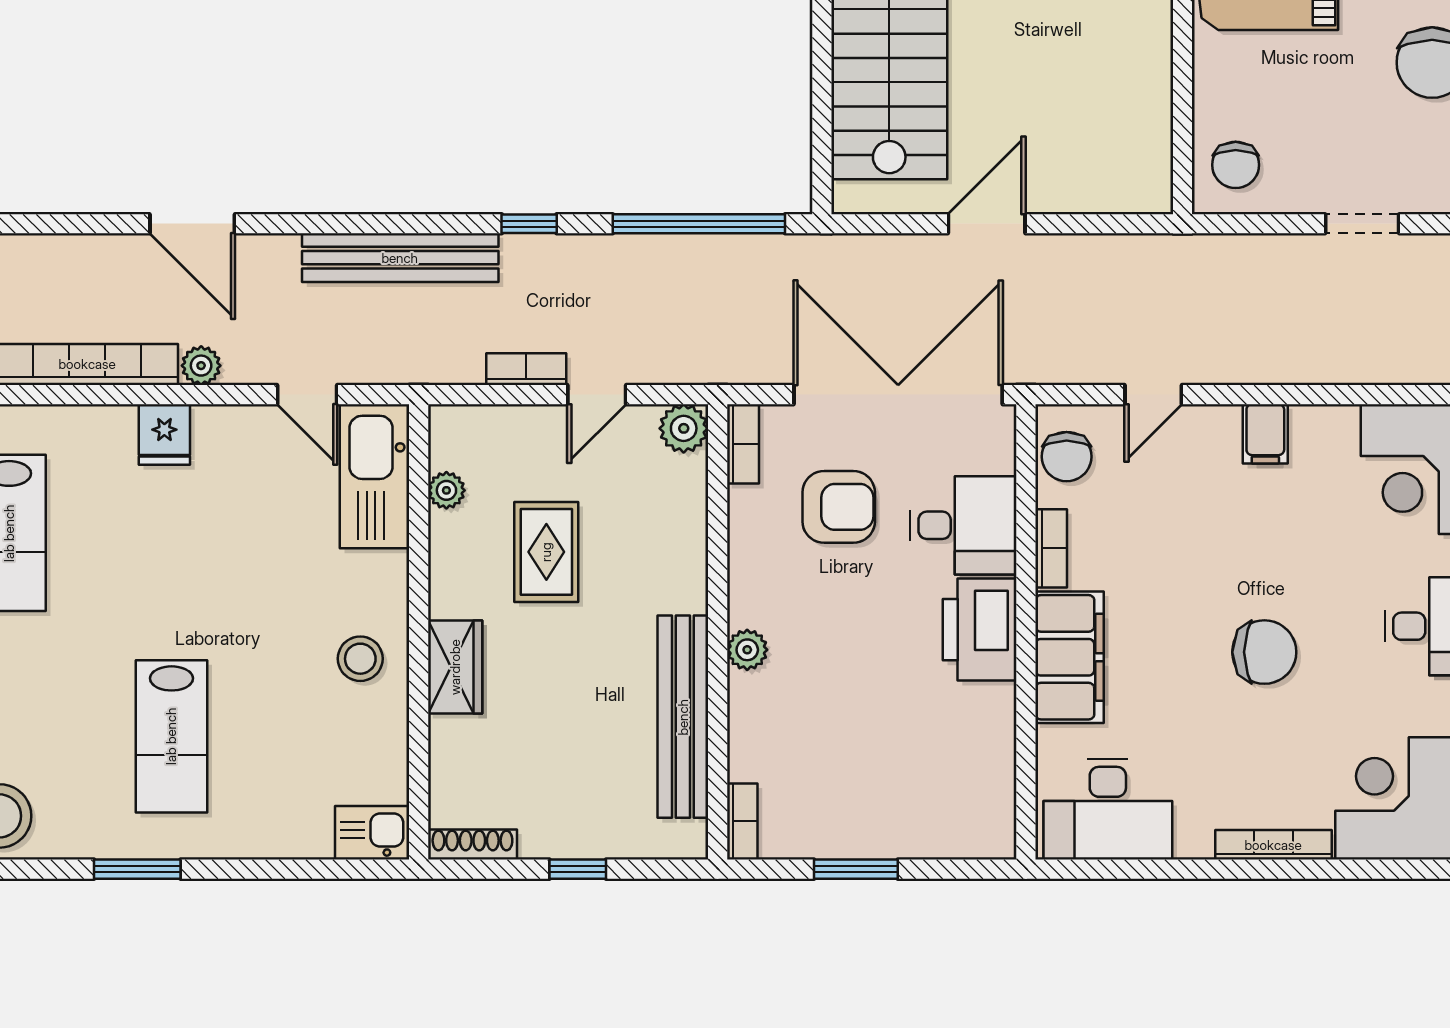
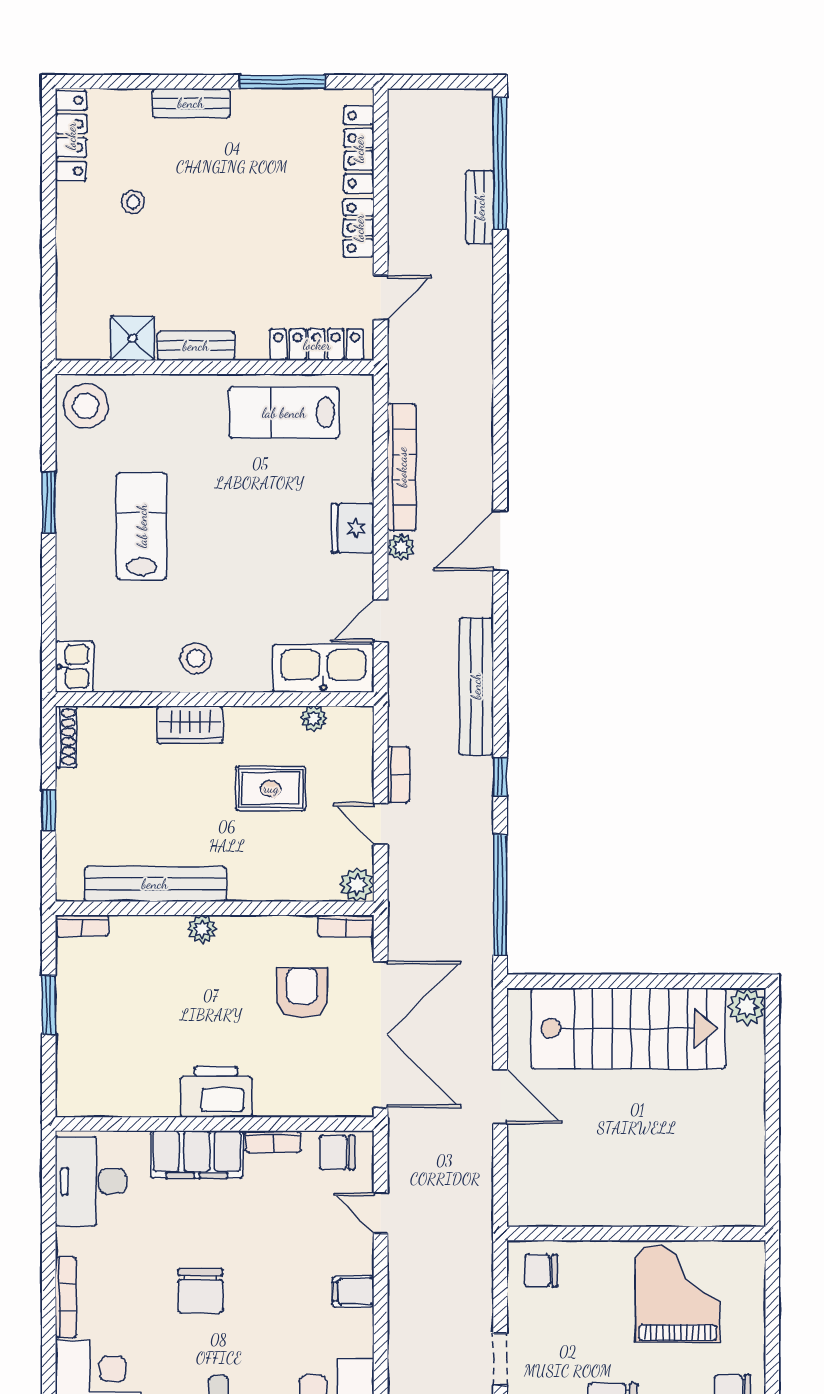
fridge: (164, 434) -> (353, 528), width x1.38
armchair: (839, 507) -> (302, 993), turned 180
desk: (963, 525) -> (289, 1080), removed
lab bench: (171, 736) -> (142, 526), turned 90

